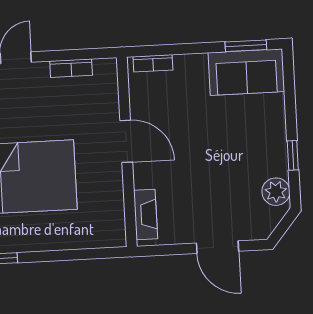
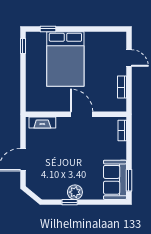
door: (126, 141) -> (82, 114), swing flipped
plant: (276, 192) -> (75, 192), moved

